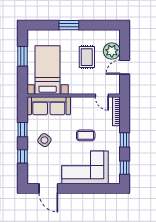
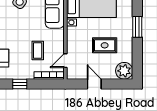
plant: (112, 51) -> (124, 71), moved
coffee table: (86, 135) -> (38, 51), moved

